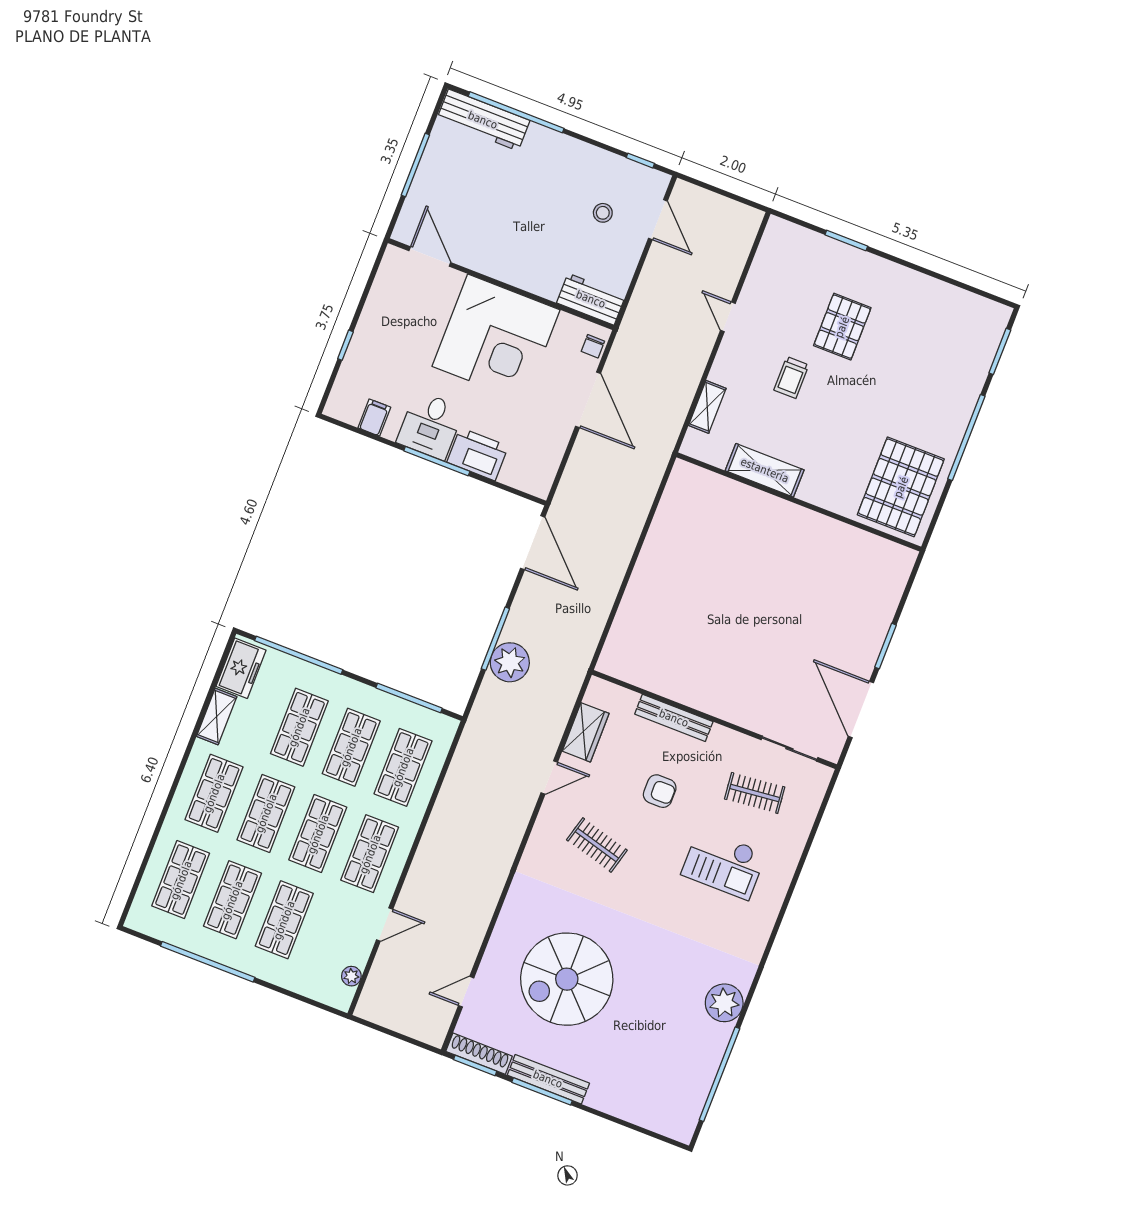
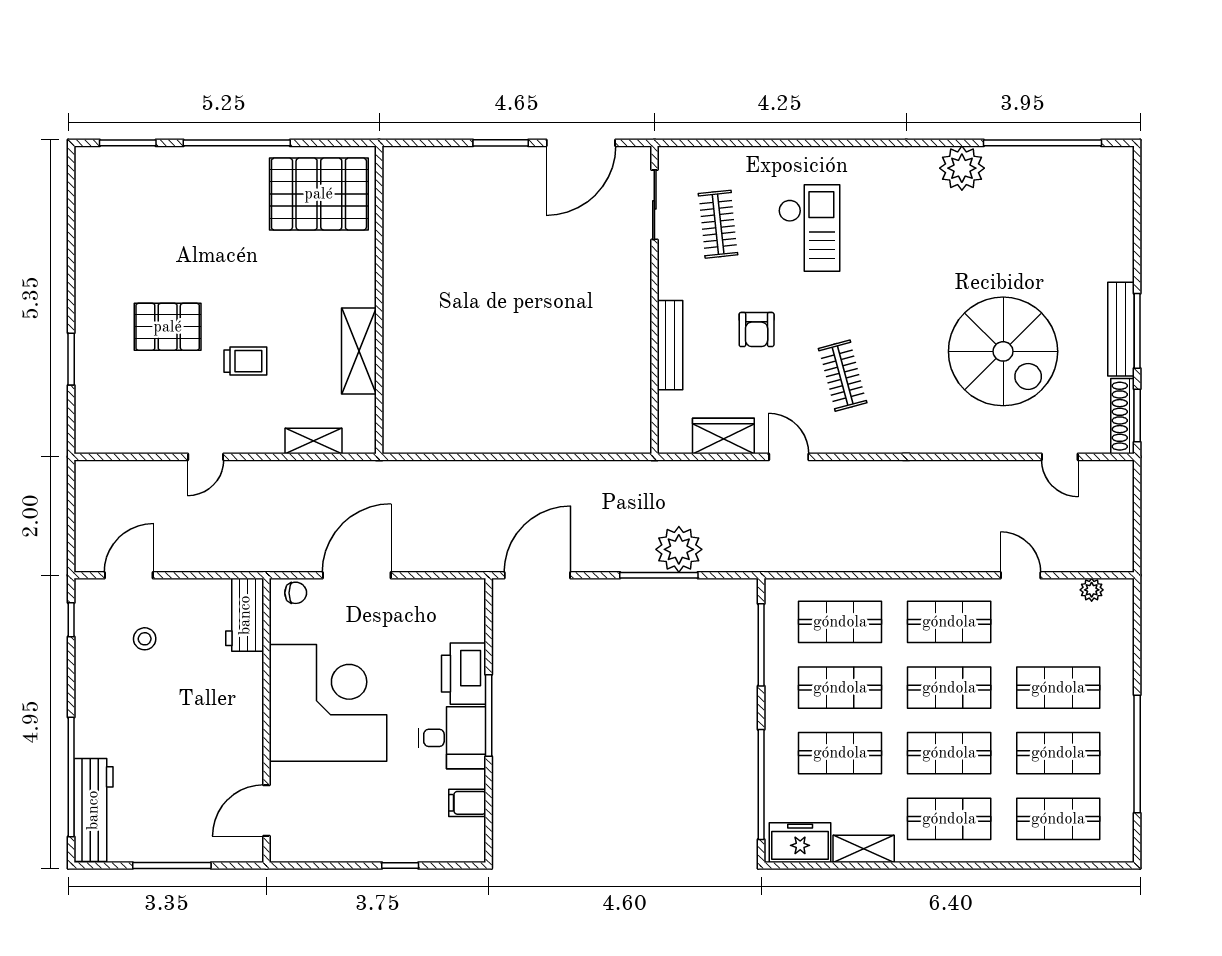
armchair: (660, 791) -> (757, 330), turned 180
clothes rail: (597, 845) -> (843, 376), turned -30

